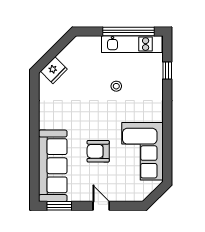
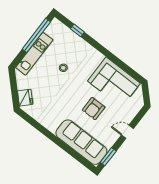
kitchen unit: (132, 44) -> (34, 54), moved

